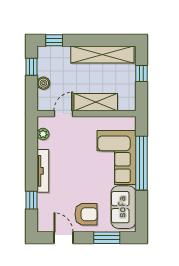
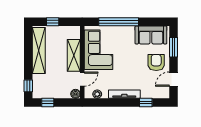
boiler: (43, 83) -> (76, 94), moved
door: (63, 114) -> (82, 79), swing flipped
corner sofa: (117, 157) -> (99, 50), moved, turned -90

